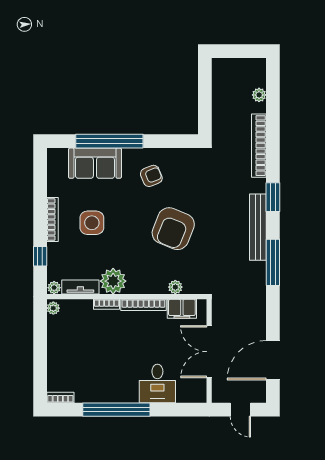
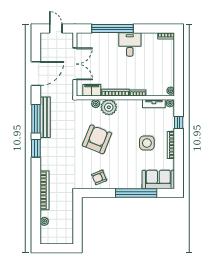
sofa: (95, 163) -> (158, 180), moved
armchair: (151, 176) -> (99, 177), moved
window: (273, 197) -> (36, 148), moved
bench: (258, 227) -> (45, 117), moved
plant: (113, 281) -> (109, 107), moved
door: (273, 360) -> (36, 74), moved
desk: (157, 383) -> (130, 44), moved
window: (116, 410) -> (112, 28), moved

